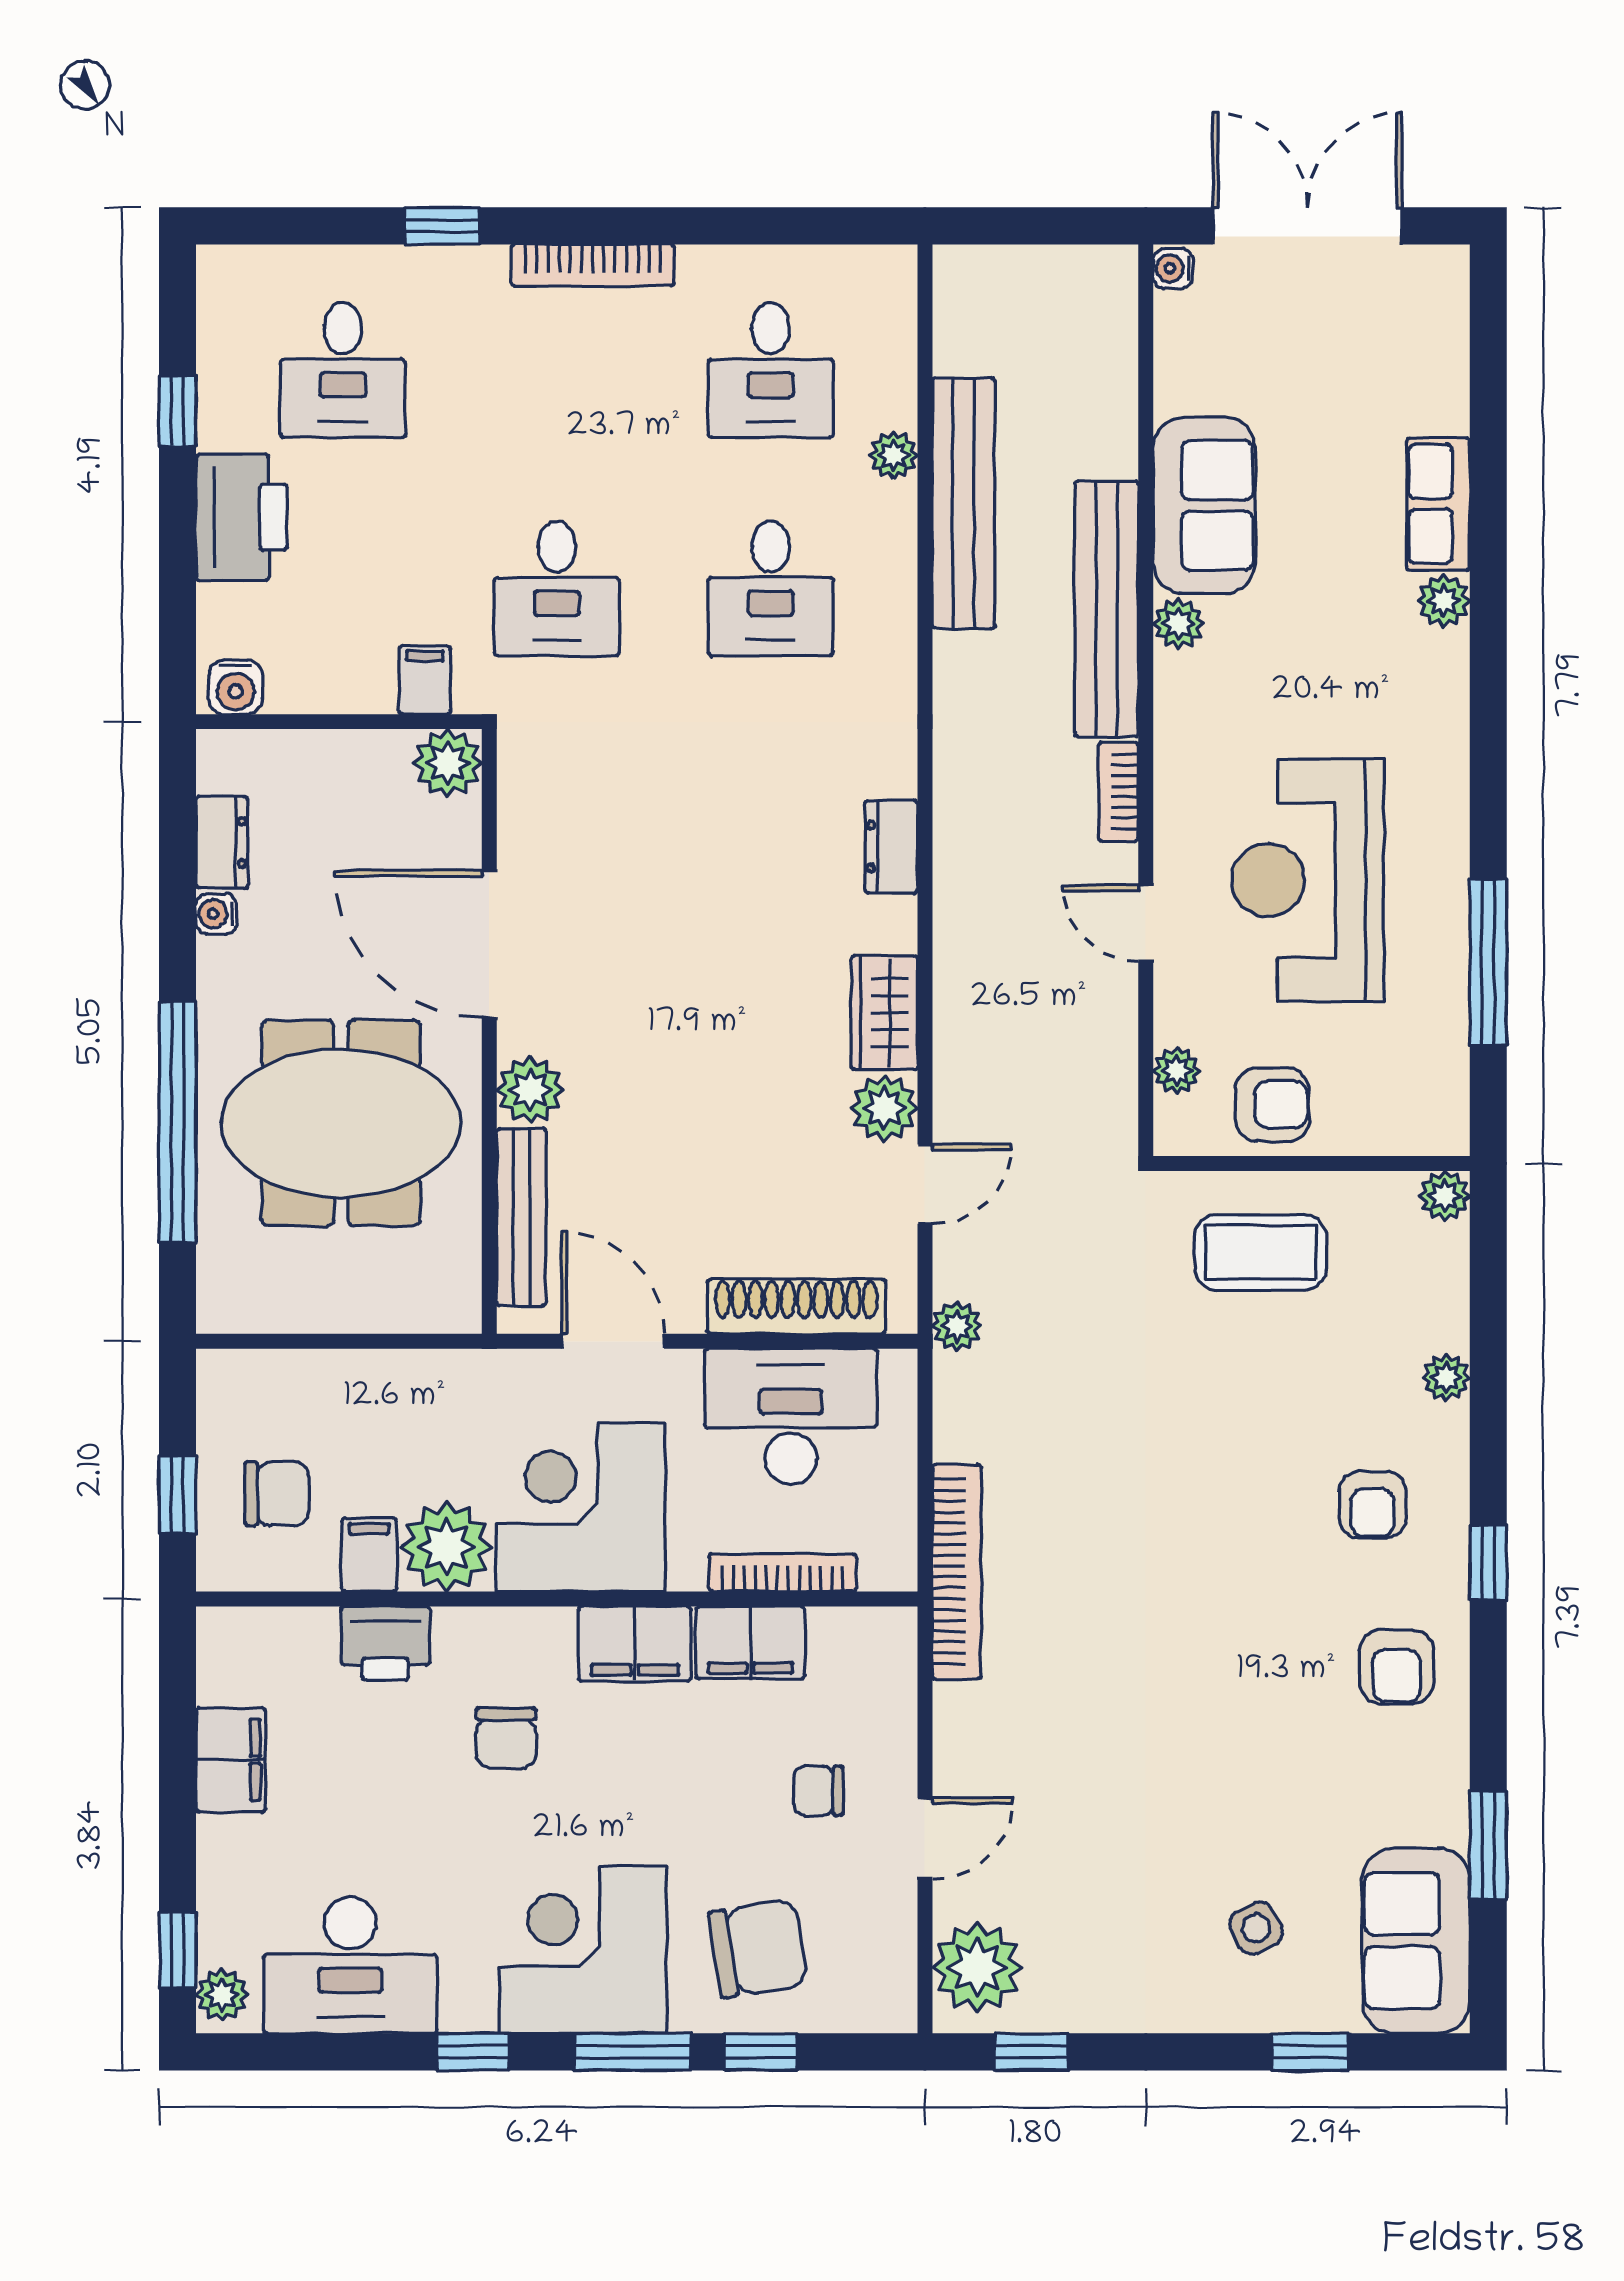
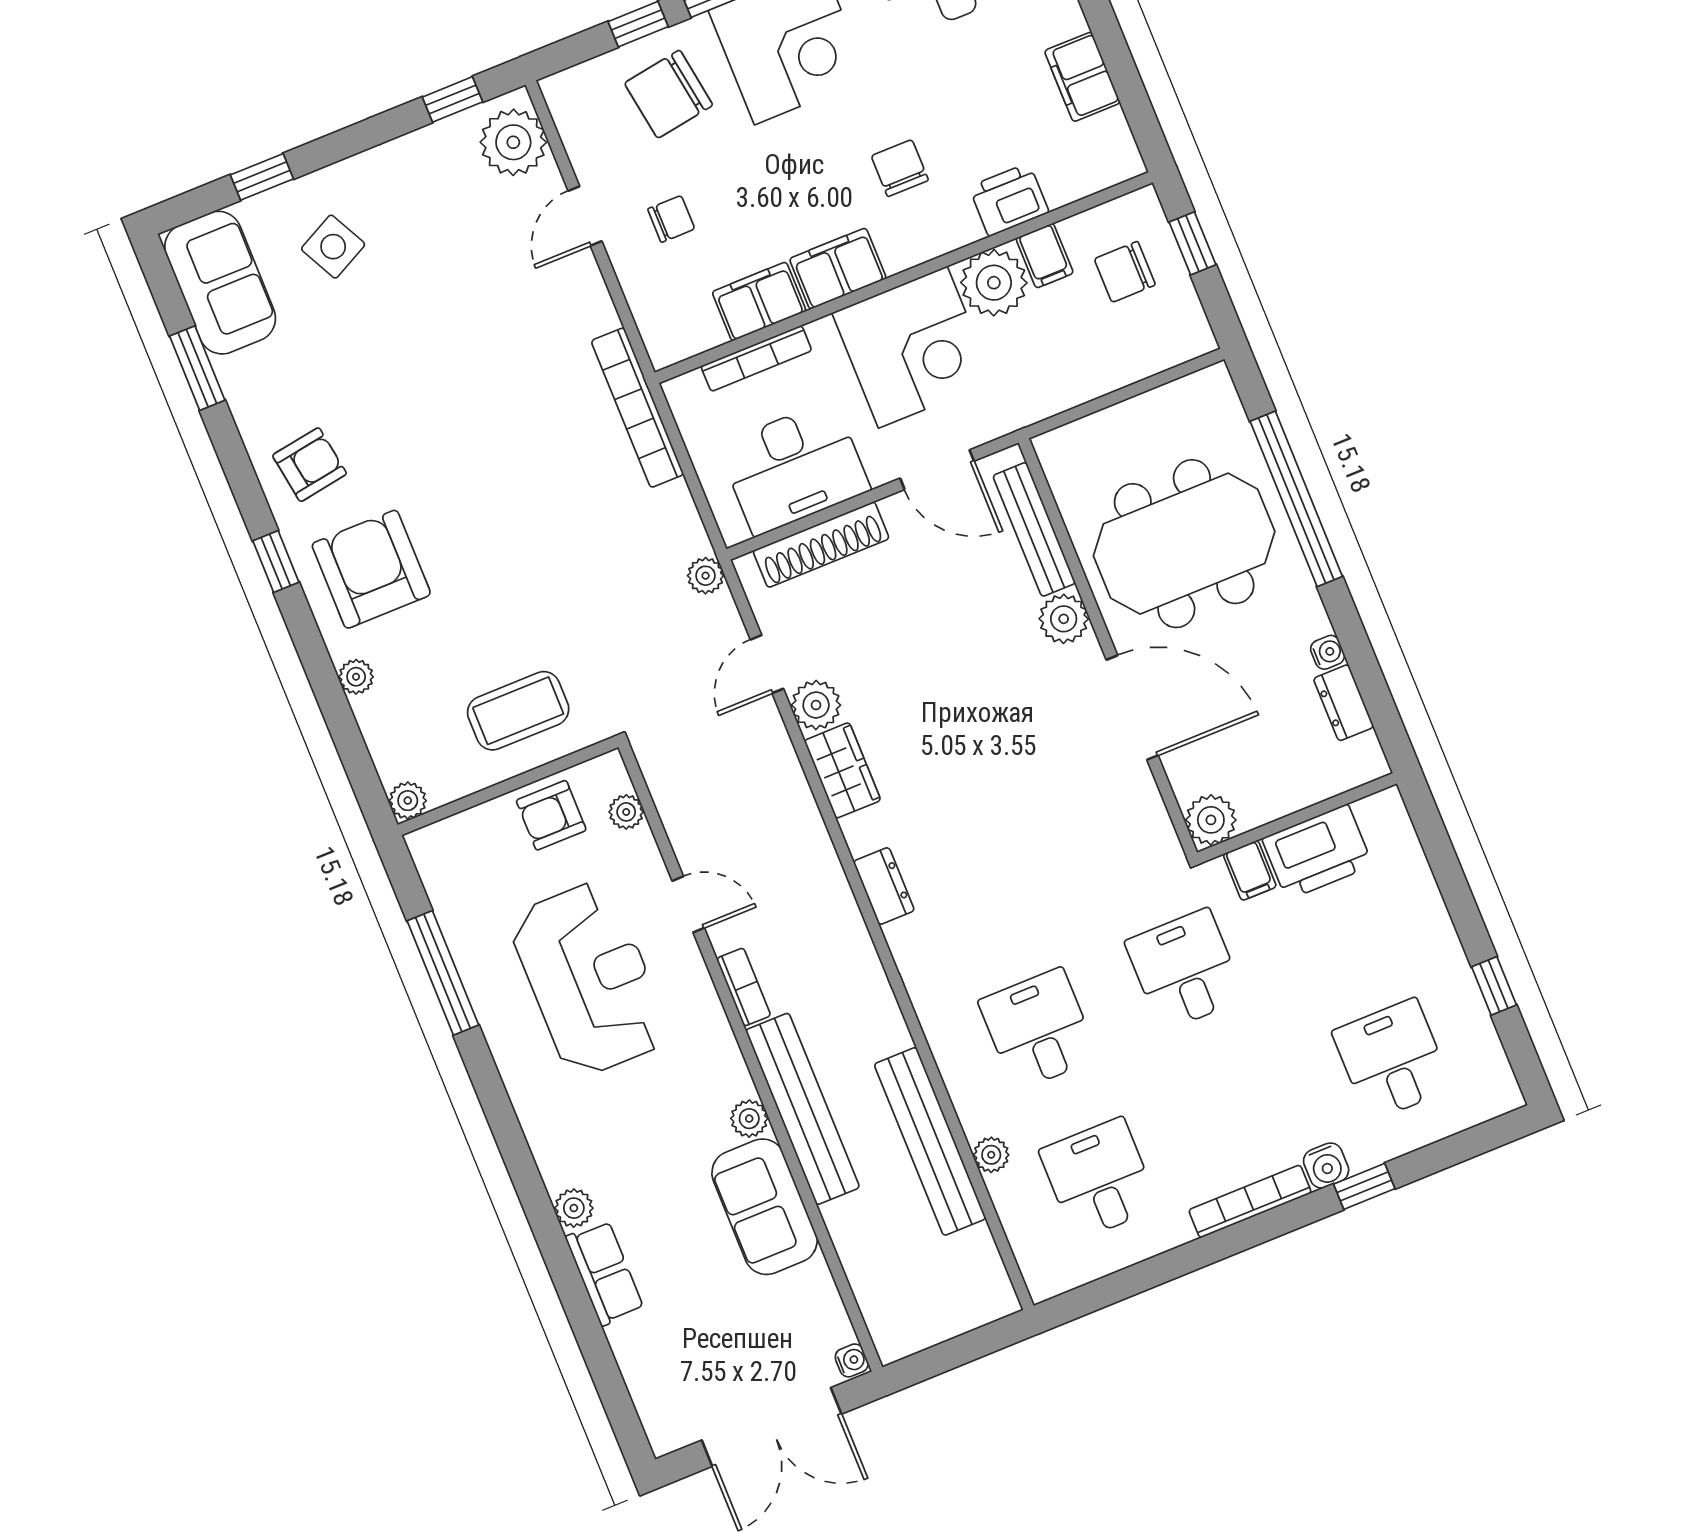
printer: (241, 517) -> (1317, 852), moved, turned -90
water cooler: (236, 687) -> (1326, 1165), moved, turned 180
armchair: (1373, 1505) -> (371, 569), width x1.88, depth x1.88
armchair: (1397, 1667) -> (310, 465), turned 81
side table: (1256, 1928) -> (333, 247), width x1.37, depth x1.37

